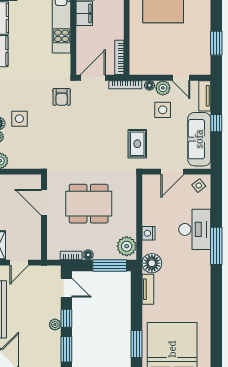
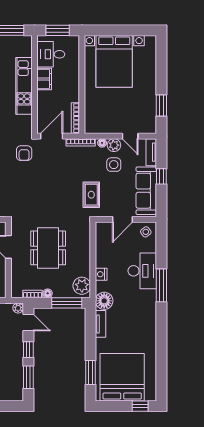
dining table: (89, 204) -> (48, 248), turned 90
plant: (55, 325) -> (18, 308), moved

